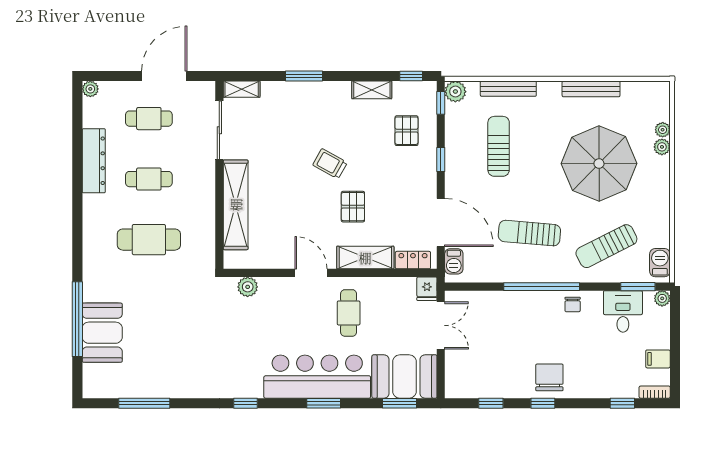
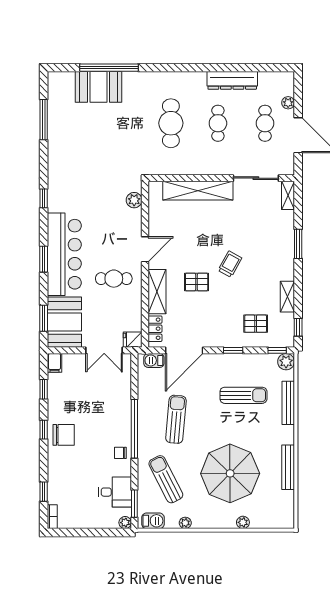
plant: (90, 89) -> (288, 103), moved
plant: (663, 130) -> (185, 523), moved
filing cabinet: (658, 359) -> (54, 363), moved, turned 180

